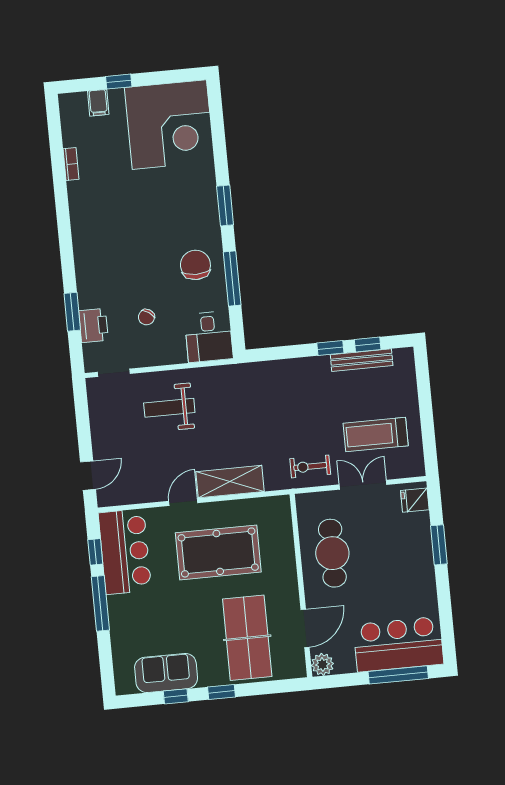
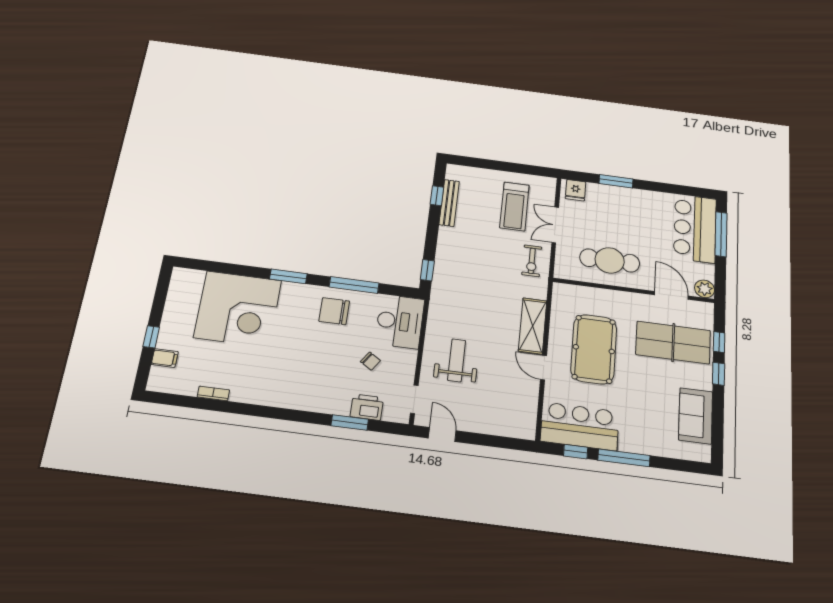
corner desk: (169, 125) -> (238, 309), moved, turned 90
desk: (209, 337) -> (400, 321), width x1.37
window: (330, 348) -> (427, 270), moved
weight bench: (169, 408) -> (457, 360), turned 180
door: (88, 476) -> (442, 434), moved
window: (176, 696) -> (719, 342), moved

